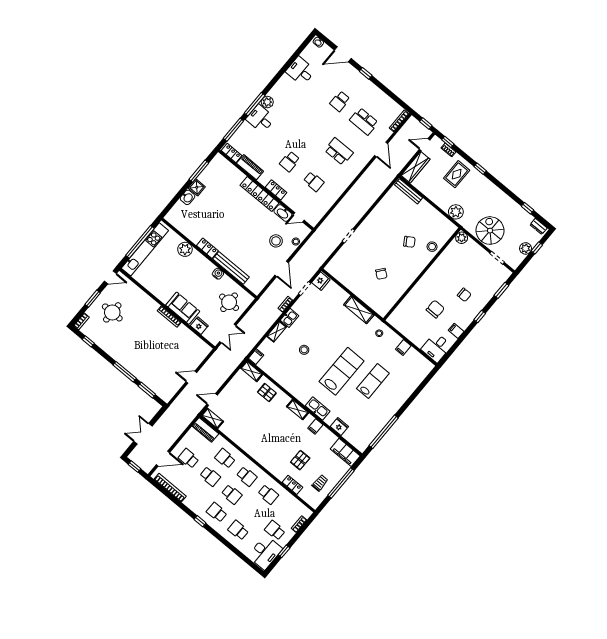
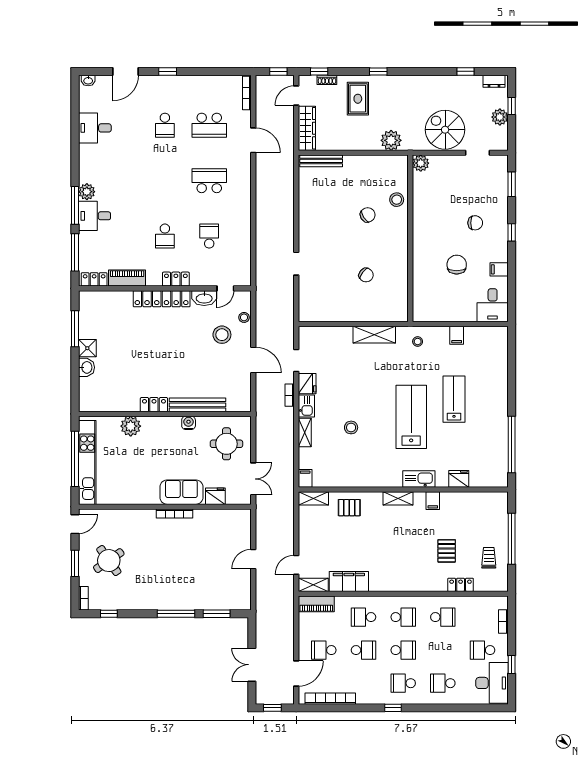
school desk: (314, 182) -> (209, 236), turned -90
fridge: (321, 281) -> (307, 384), moved
round table: (112, 312) -> (109, 561), turned -35
filing cabinet: (345, 452) -> (349, 582), moved, turned 180

